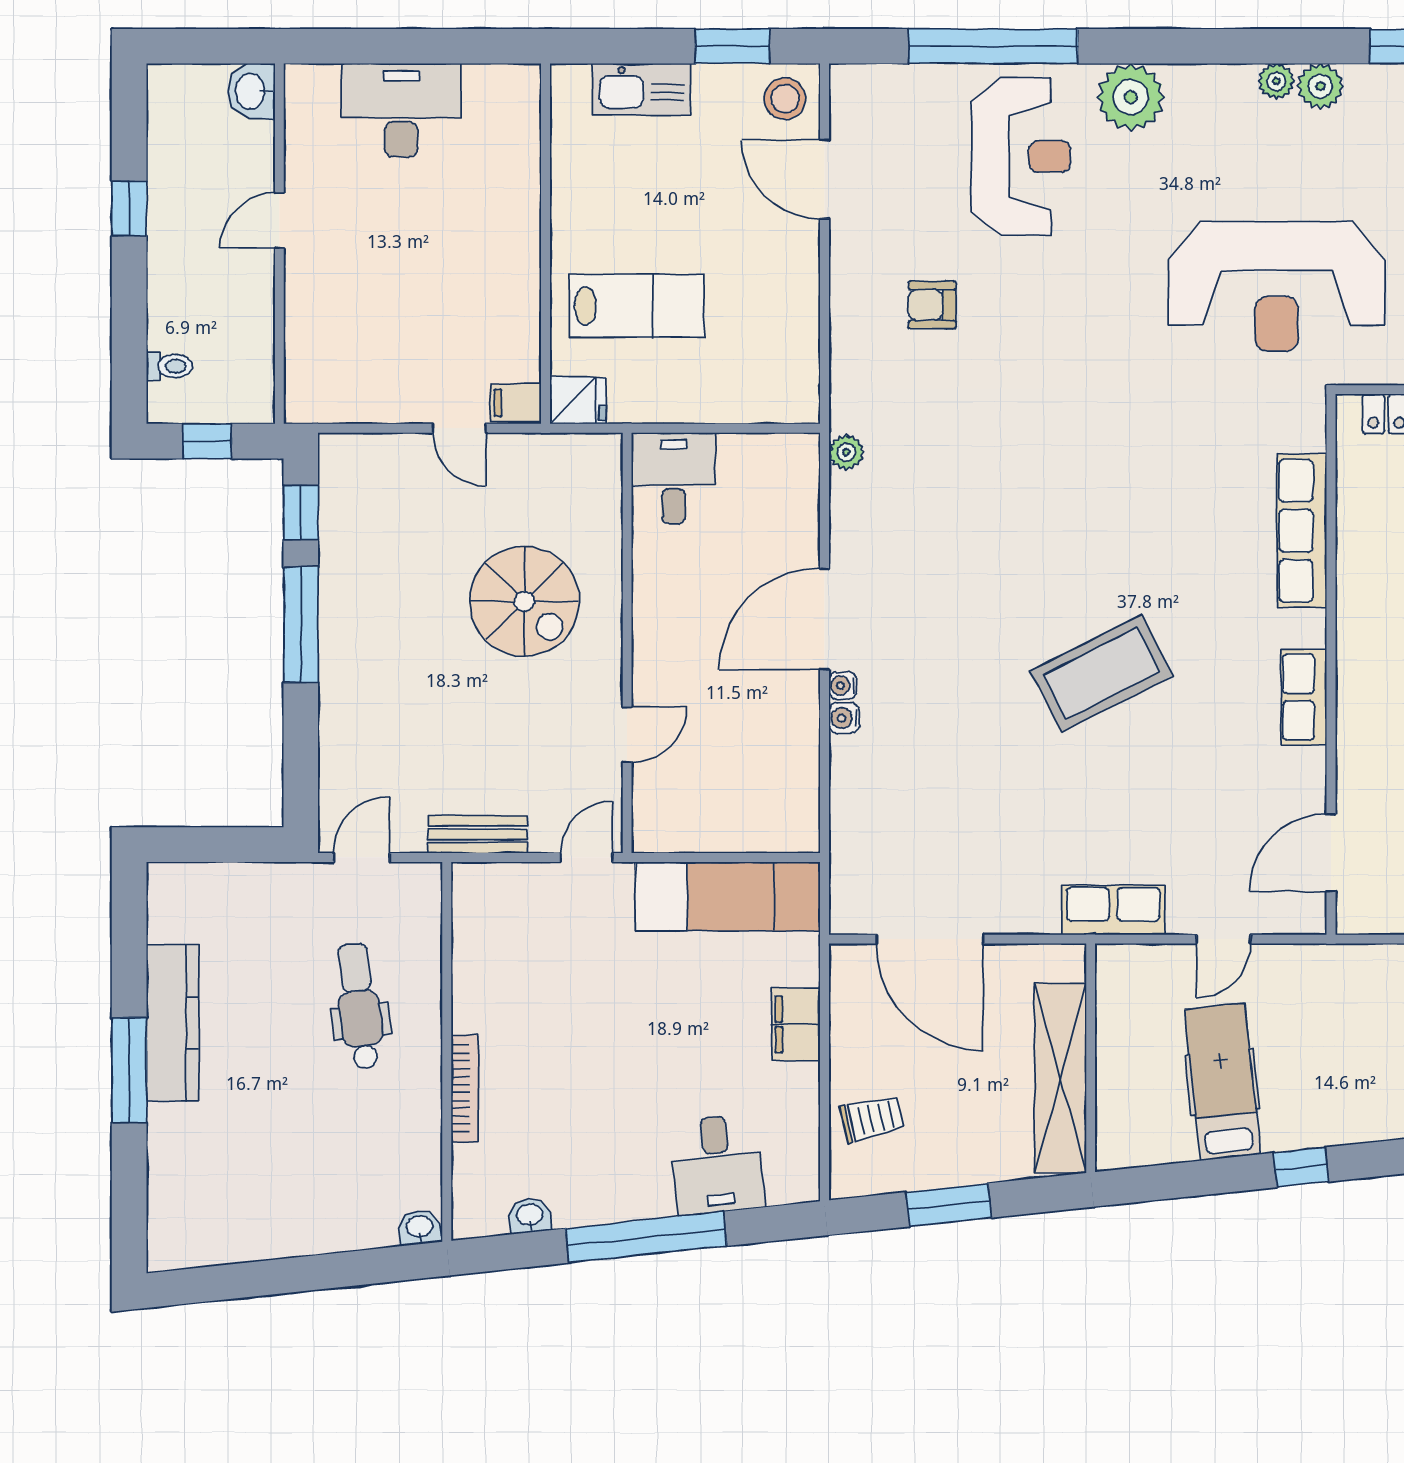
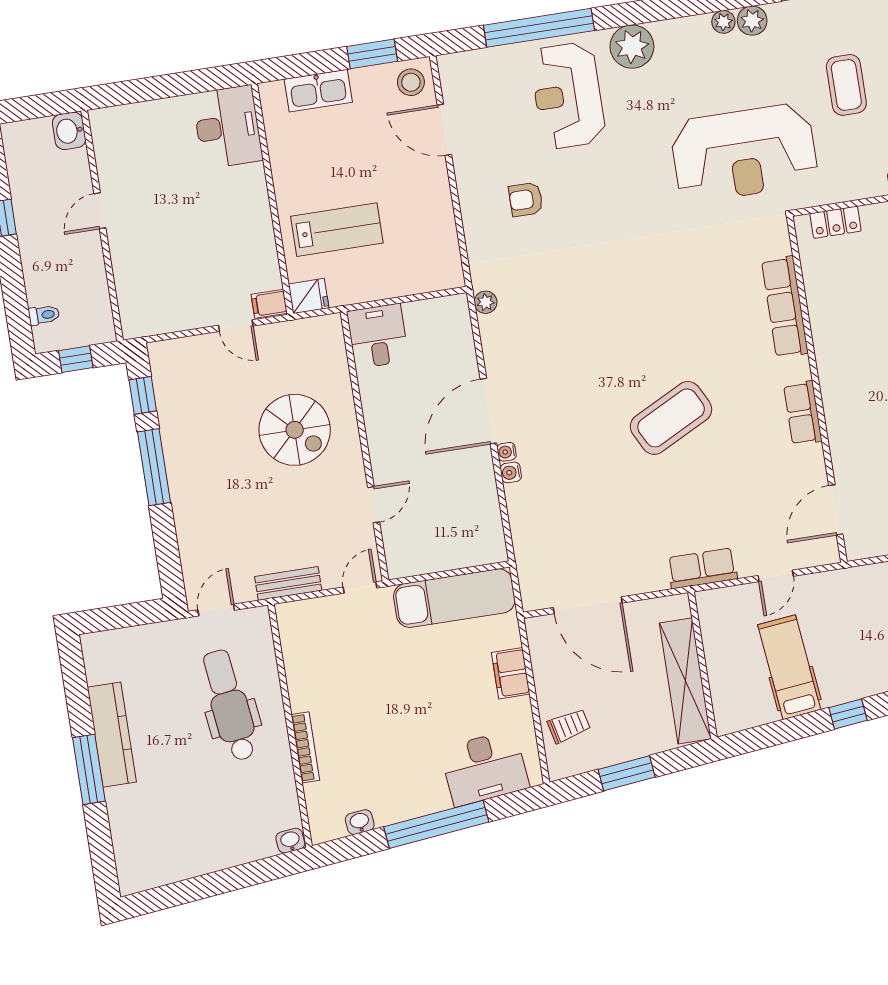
desk: (401, 110) -> (228, 127), moved, turned 90
reception desk: (1021, 156) -> (568, 96), turned 180
dental chair: (359, 1006) -> (230, 705), width x1.36, depth x1.38
desk: (717, 1164) -> (485, 768), width x1.37

